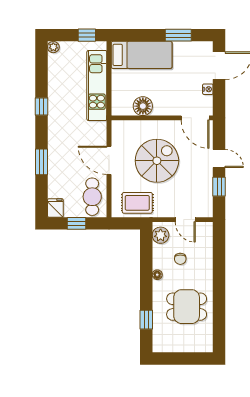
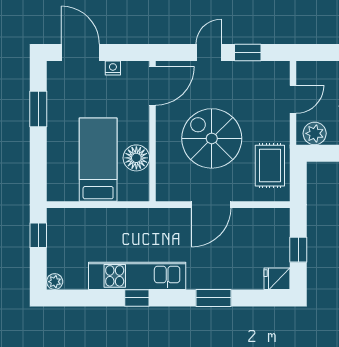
bed: (142, 55) -> (98, 160), moved
kitchen unit: (97, 85) -> (137, 276), moved, turned 180
cafe table: (92, 197) -> (261, 228), removed

